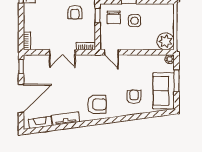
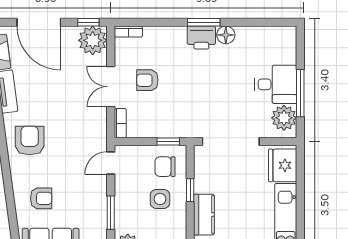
armchair: (75, 12) -> (147, 80), moved
window: (143, 52) -> (111, 213), added
plant: (33, 64) -> (93, 40), added
armchair: (97, 104) -> (30, 140), turned 180

